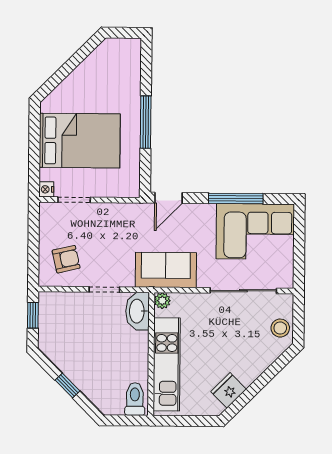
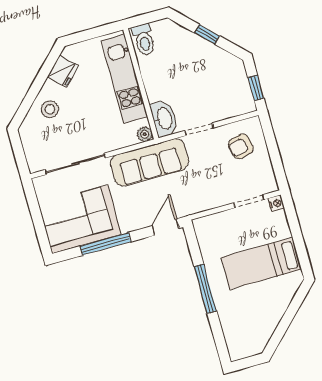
bed: (80, 141) -> (261, 263), width x0.67
sofa: (166, 270) -> (149, 162), width x1.36
stool: (280, 328) -> (50, 109), moved

